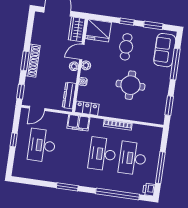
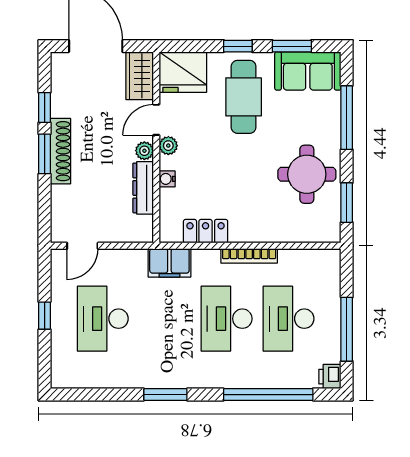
cafe table: (126, 47) -> (244, 97), width x1.37, depth x1.35
sofa: (165, 50) -> (308, 71), moved, turned -90
round table: (130, 85) -> (307, 174), moved
window: (21, 92) -> (45, 107), moved
dresser: (69, 96) -> (143, 188), moved
locker: (87, 108) -> (206, 231), moved

